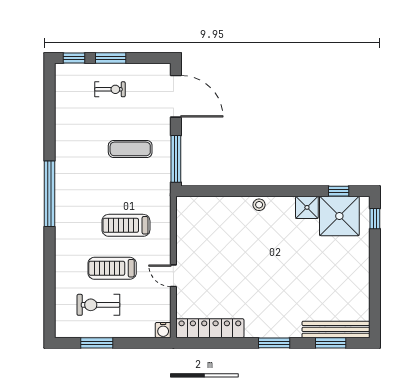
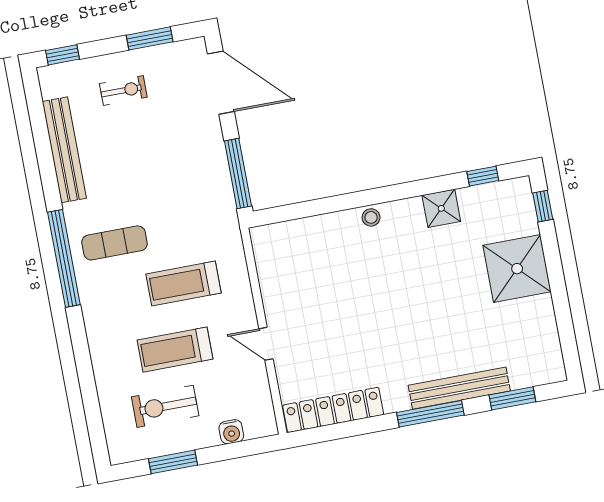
window: (111, 58) -> (150, 38), moved
bench: (63, 122) -> (64, 150), added
exercise mat: (130, 149) -> (115, 243), moved
shower: (339, 216) -> (517, 269), moved
bench: (336, 329) -> (459, 388), moved
water cooler: (163, 330) -> (231, 432), moved
window: (274, 343) -> (430, 414), width x1.44

